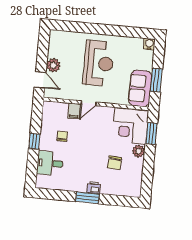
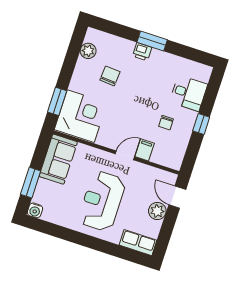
row of seats: (63, 37) -> (138, 243), added
window: (156, 80) -> (31, 183), moved
plant: (139, 151) -> (88, 51), moved

